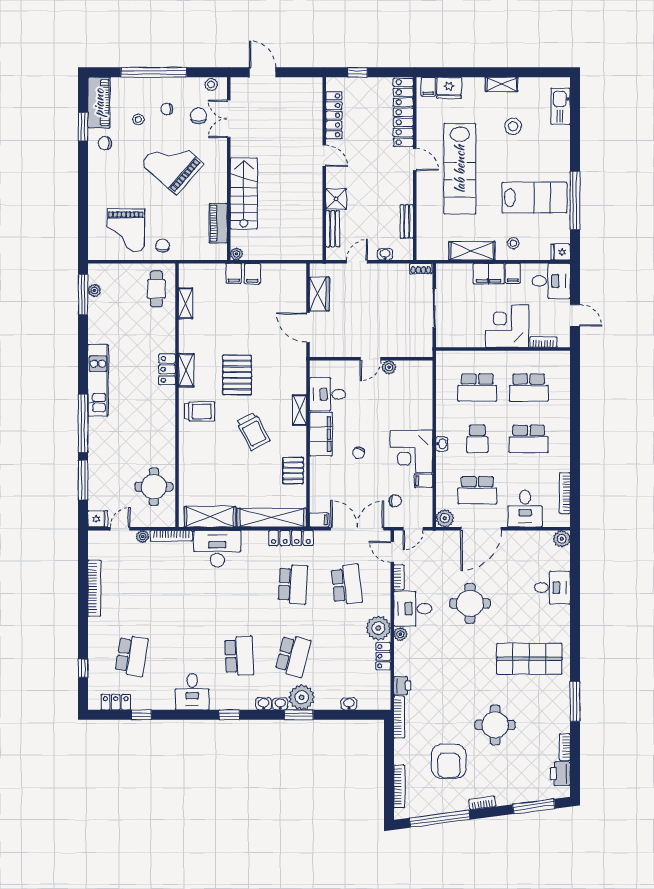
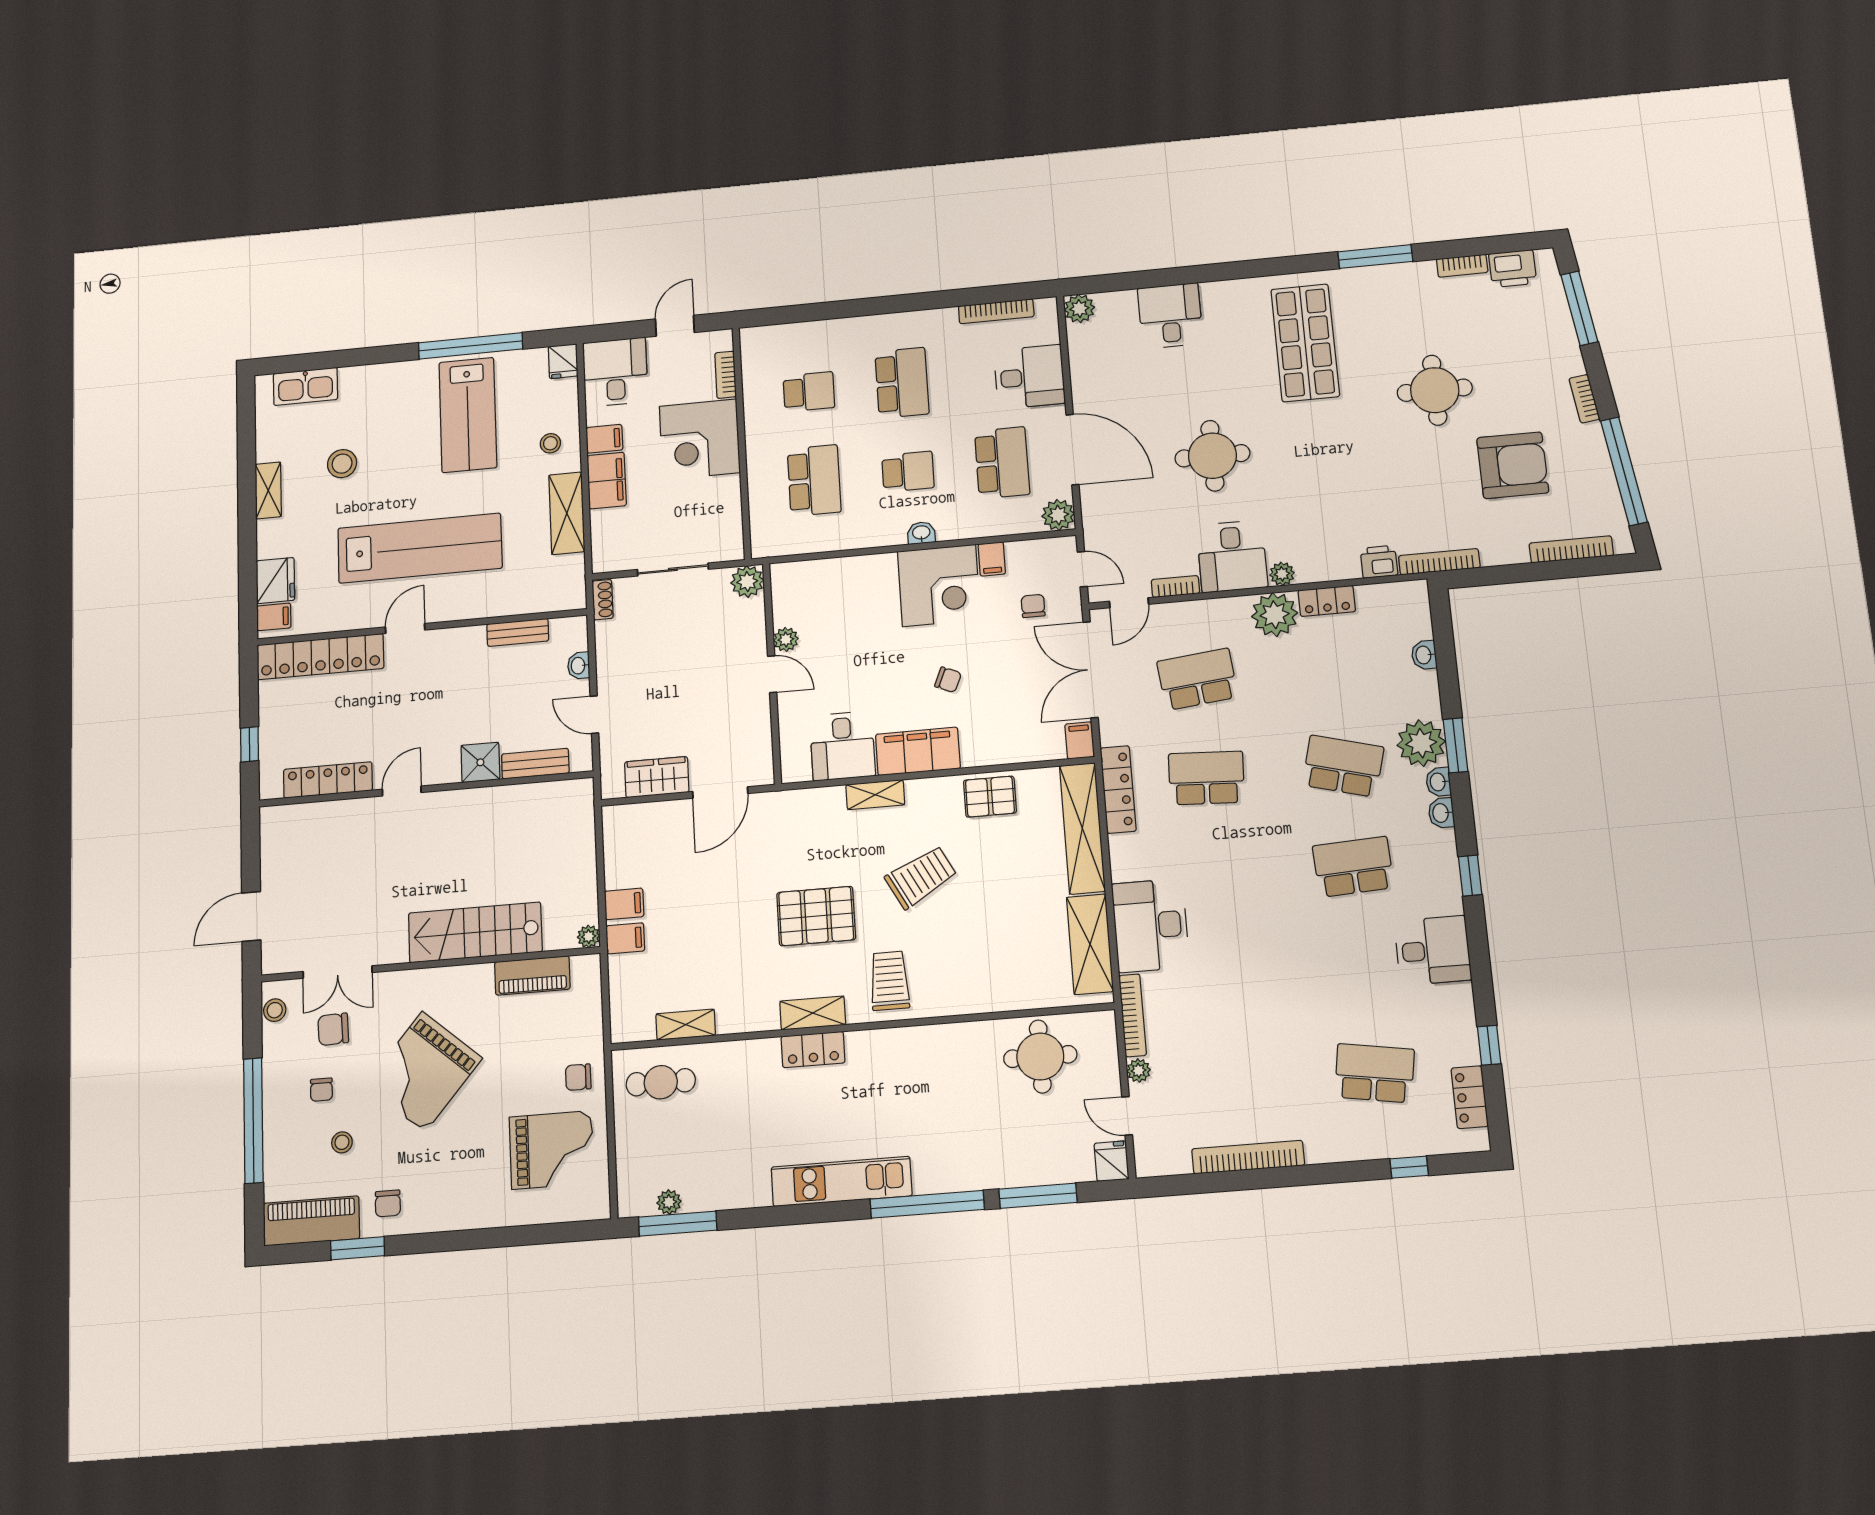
lab bench: (534, 198) -> (468, 415), turned 180
plant: (423, 348) -> (747, 582), added
school desk: (529, 388) -> (809, 392), width x0.54

